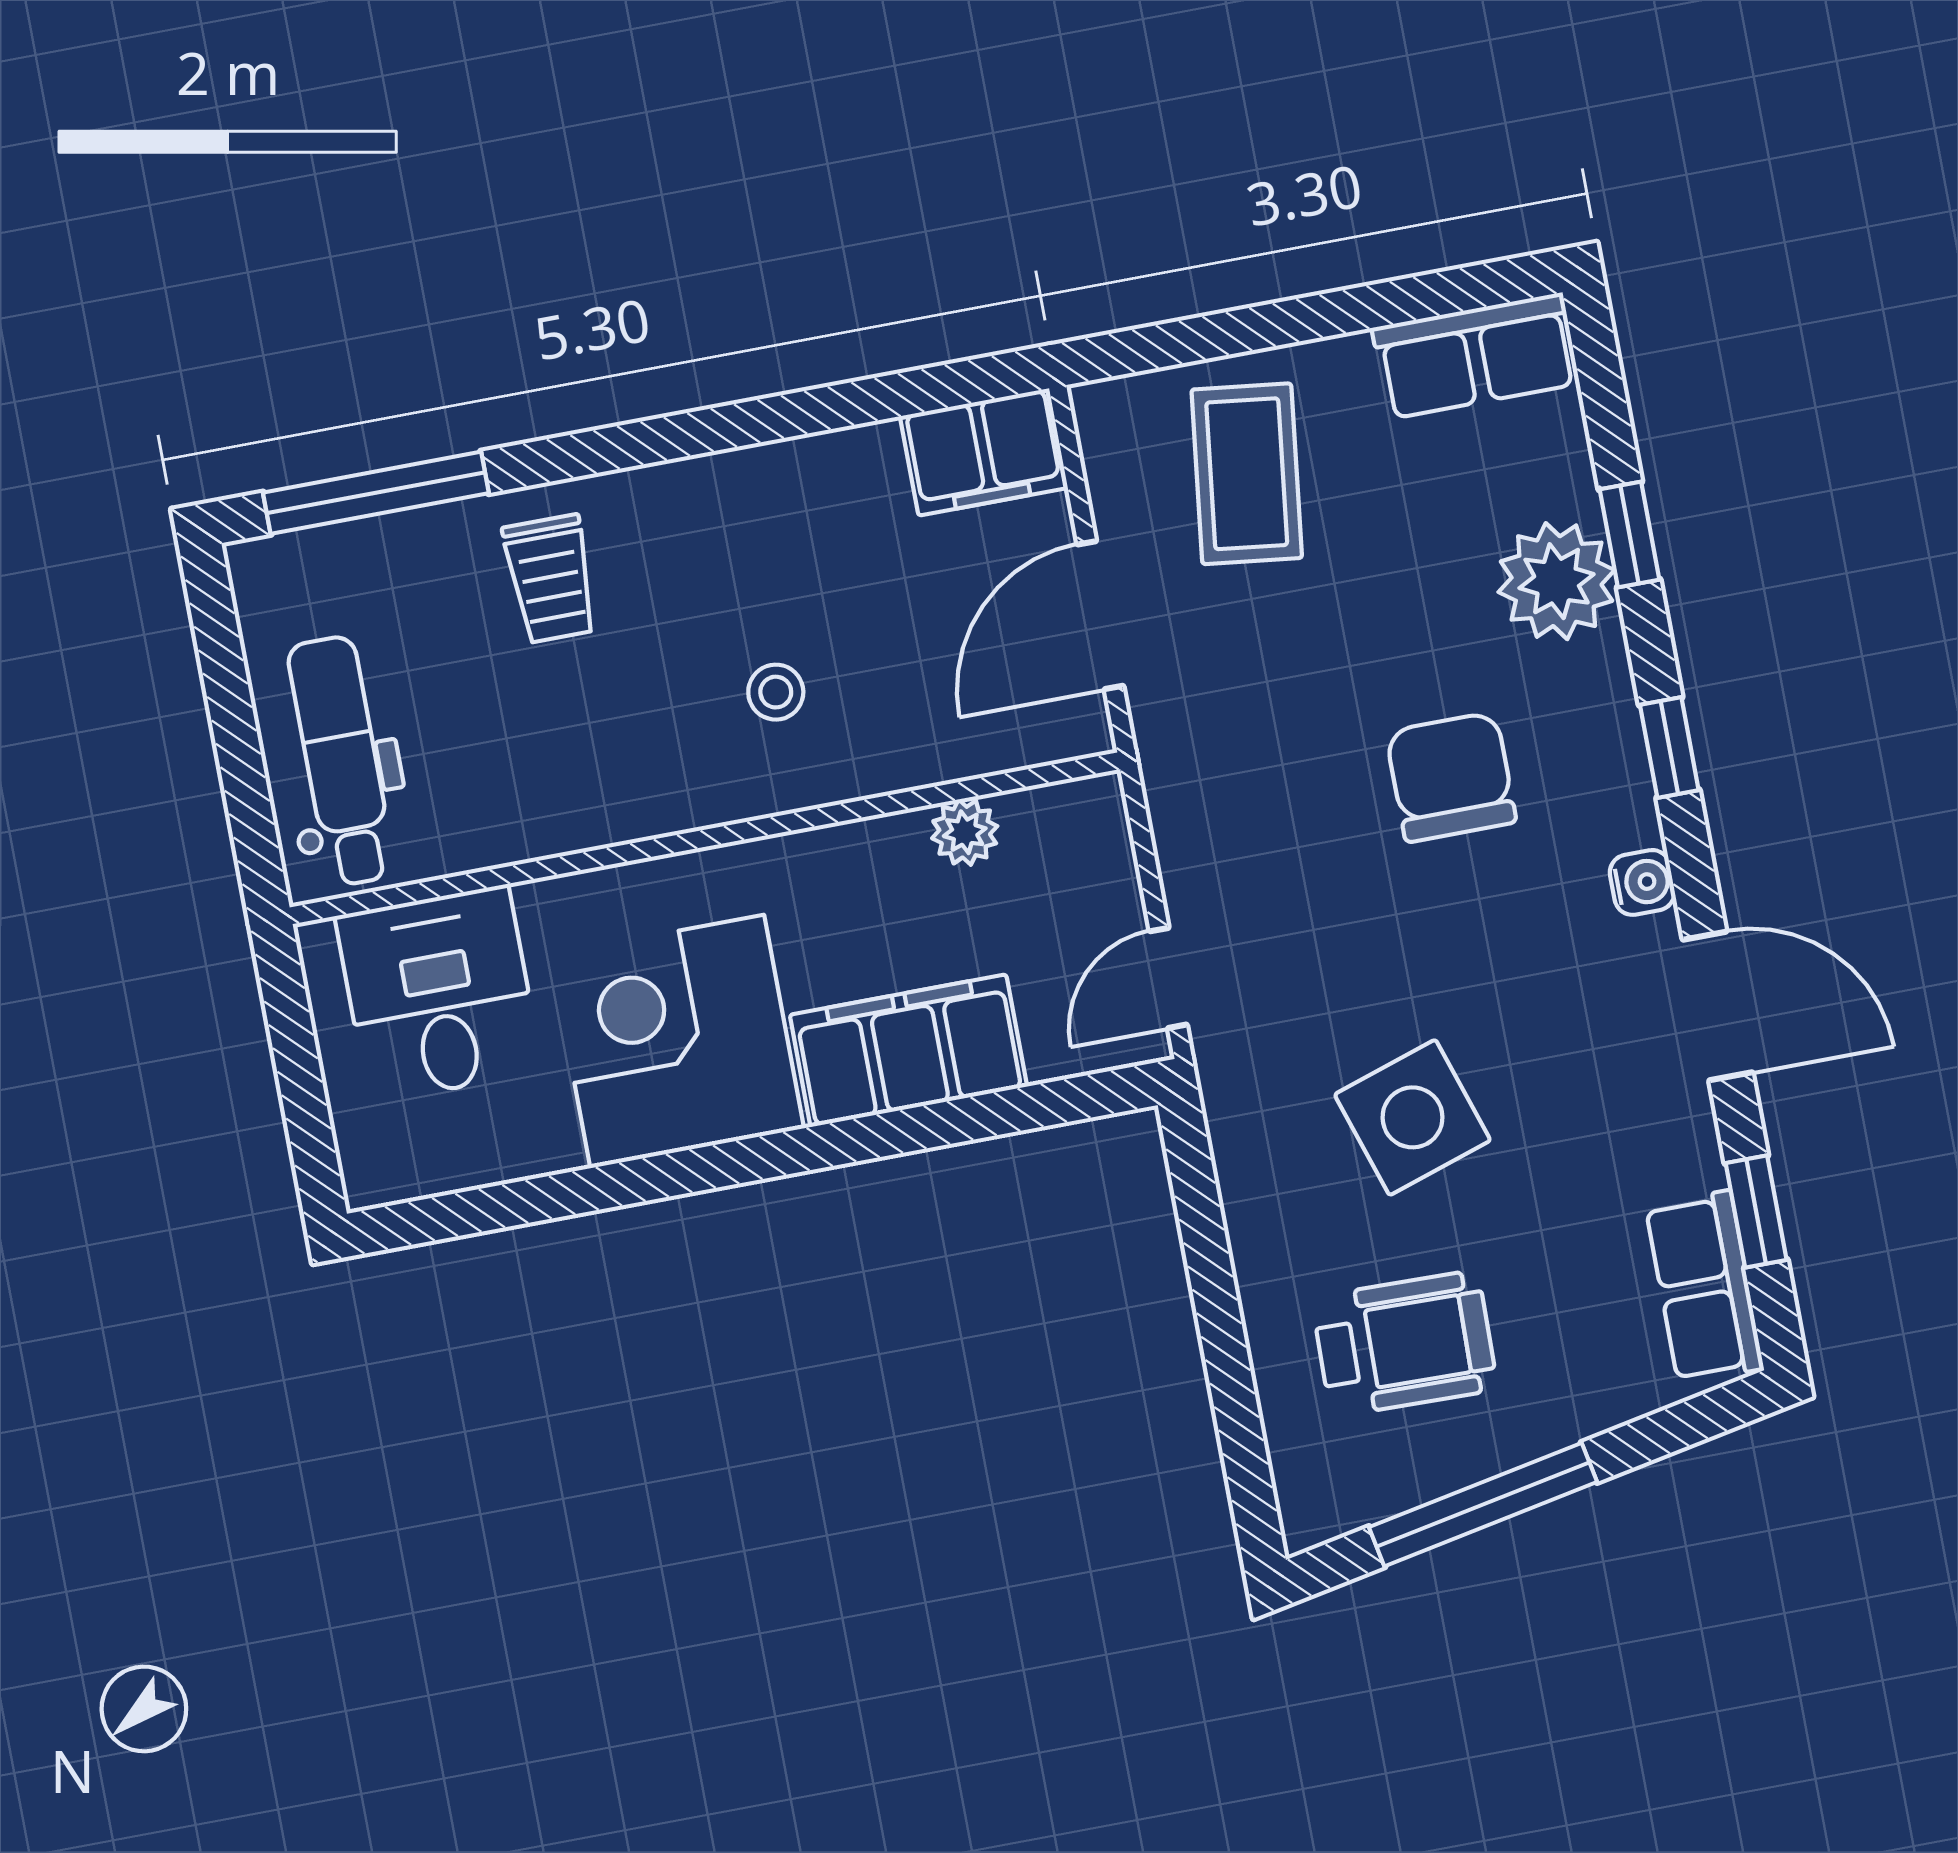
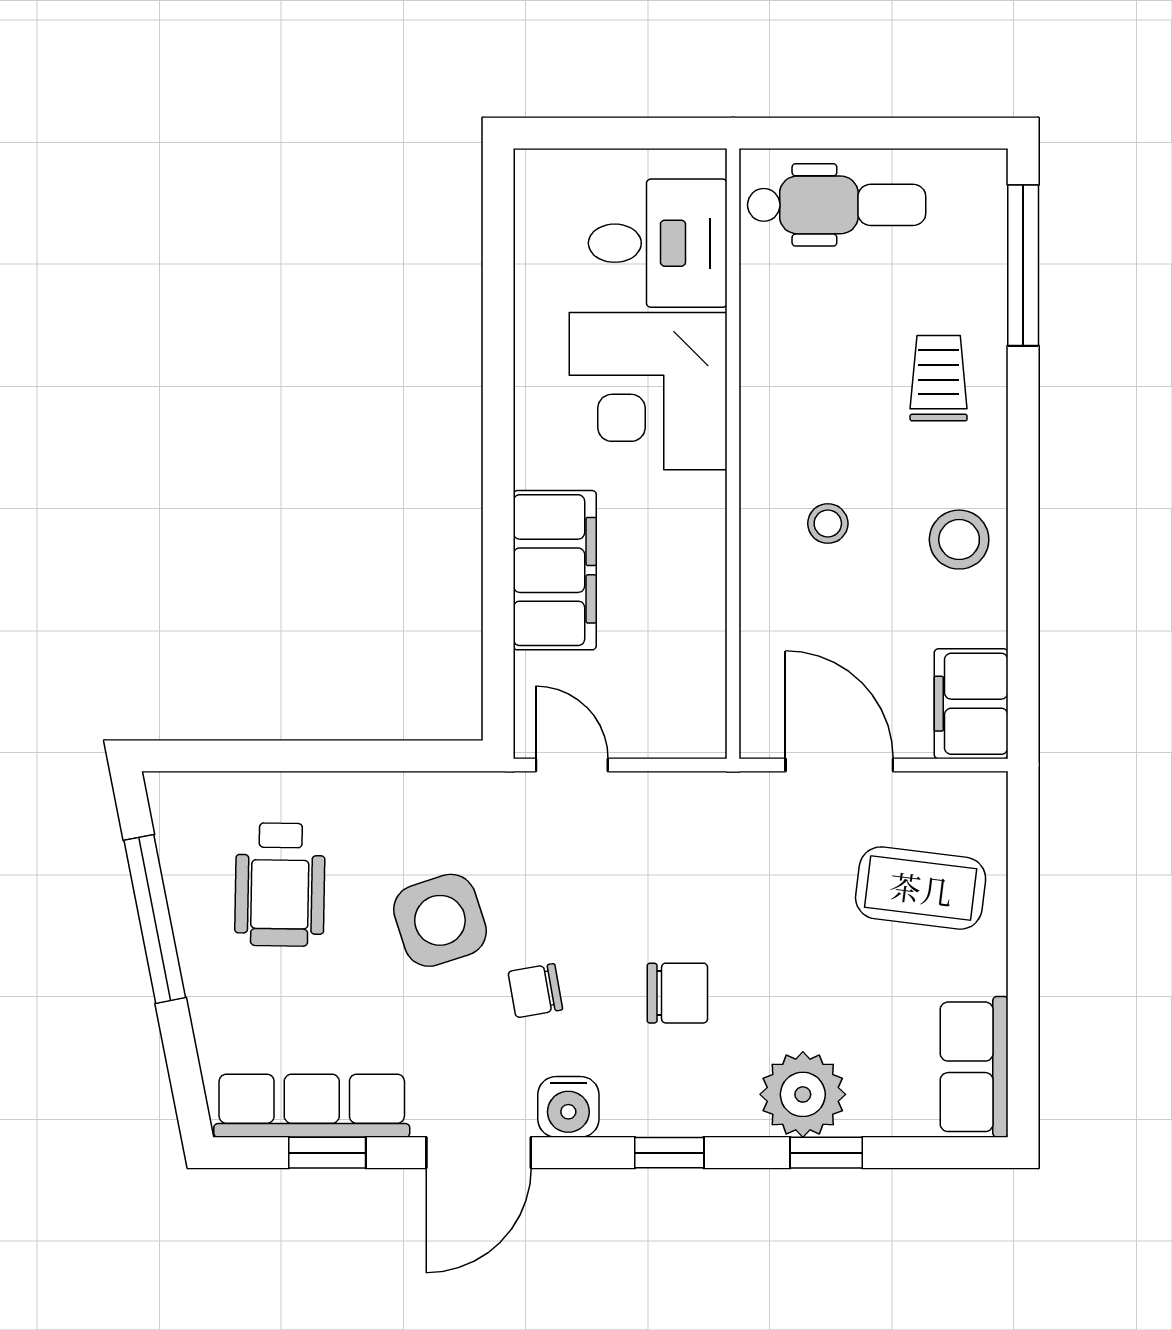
stool: (764, 510) -> (959, 540), added
trolley: (551, 579) -> (939, 378), turned 90
chair: (1451, 777) -> (677, 993), width x0.73, depth x0.73
plant: (965, 832) -> (703, 639), removed
water cooler: (1642, 882) -> (568, 1107), width x1.38, depth x1.38
chair: (1484, 970) -> (535, 991), added
corner desk: (677, 1041) -> (648, 391), moved, turned 180
row of seats: (1704, 1287) -> (312, 1106), width x1.48

